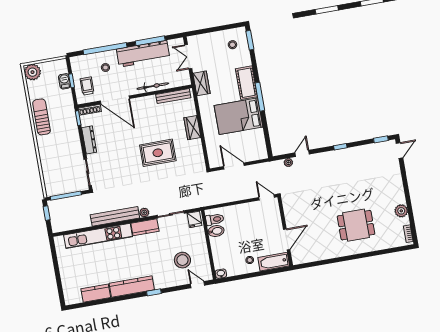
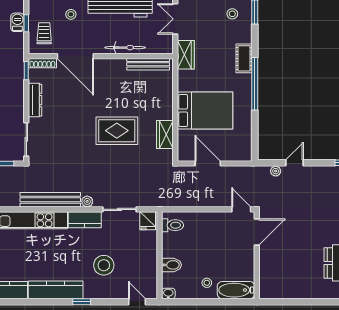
cot: (246, 83) -> (244, 58), width x0.73, depth x0.75
window: (260, 97) -> (255, 84), width x1.46
bed: (238, 116) -> (205, 111), moved, turned 180
wardrobe: (192, 128) -> (165, 134), moved
bidet: (216, 231) -> (172, 265), moved
door: (287, 239) -> (257, 232), moved
stool: (182, 260) -> (104, 265), moved

